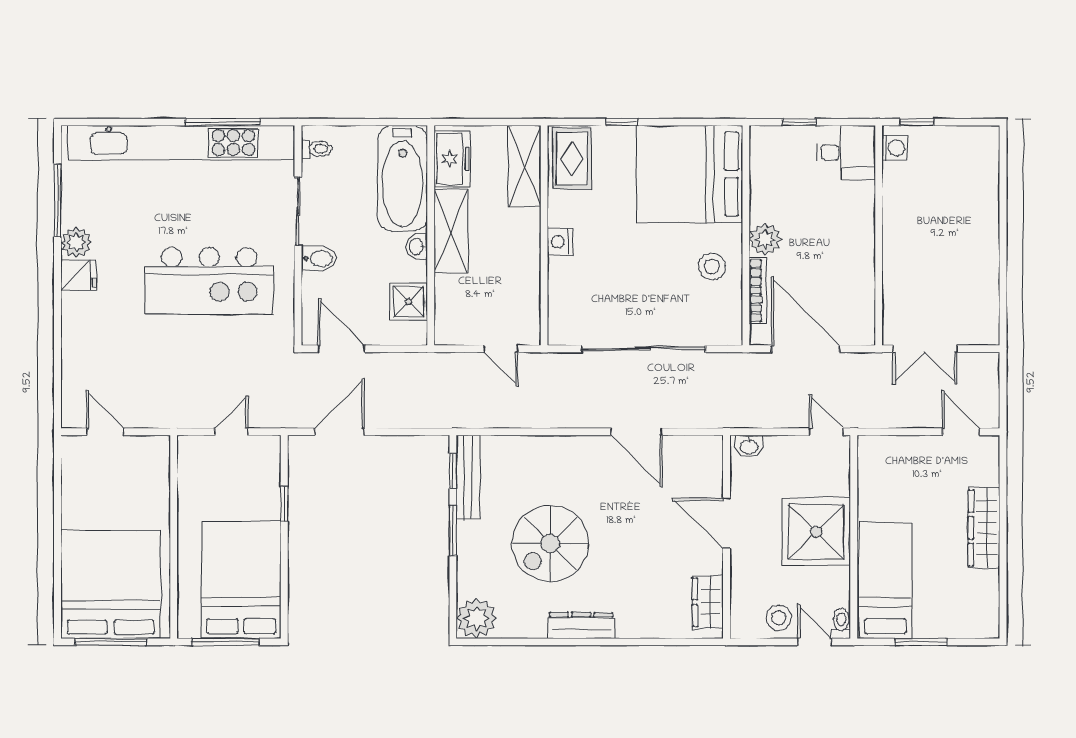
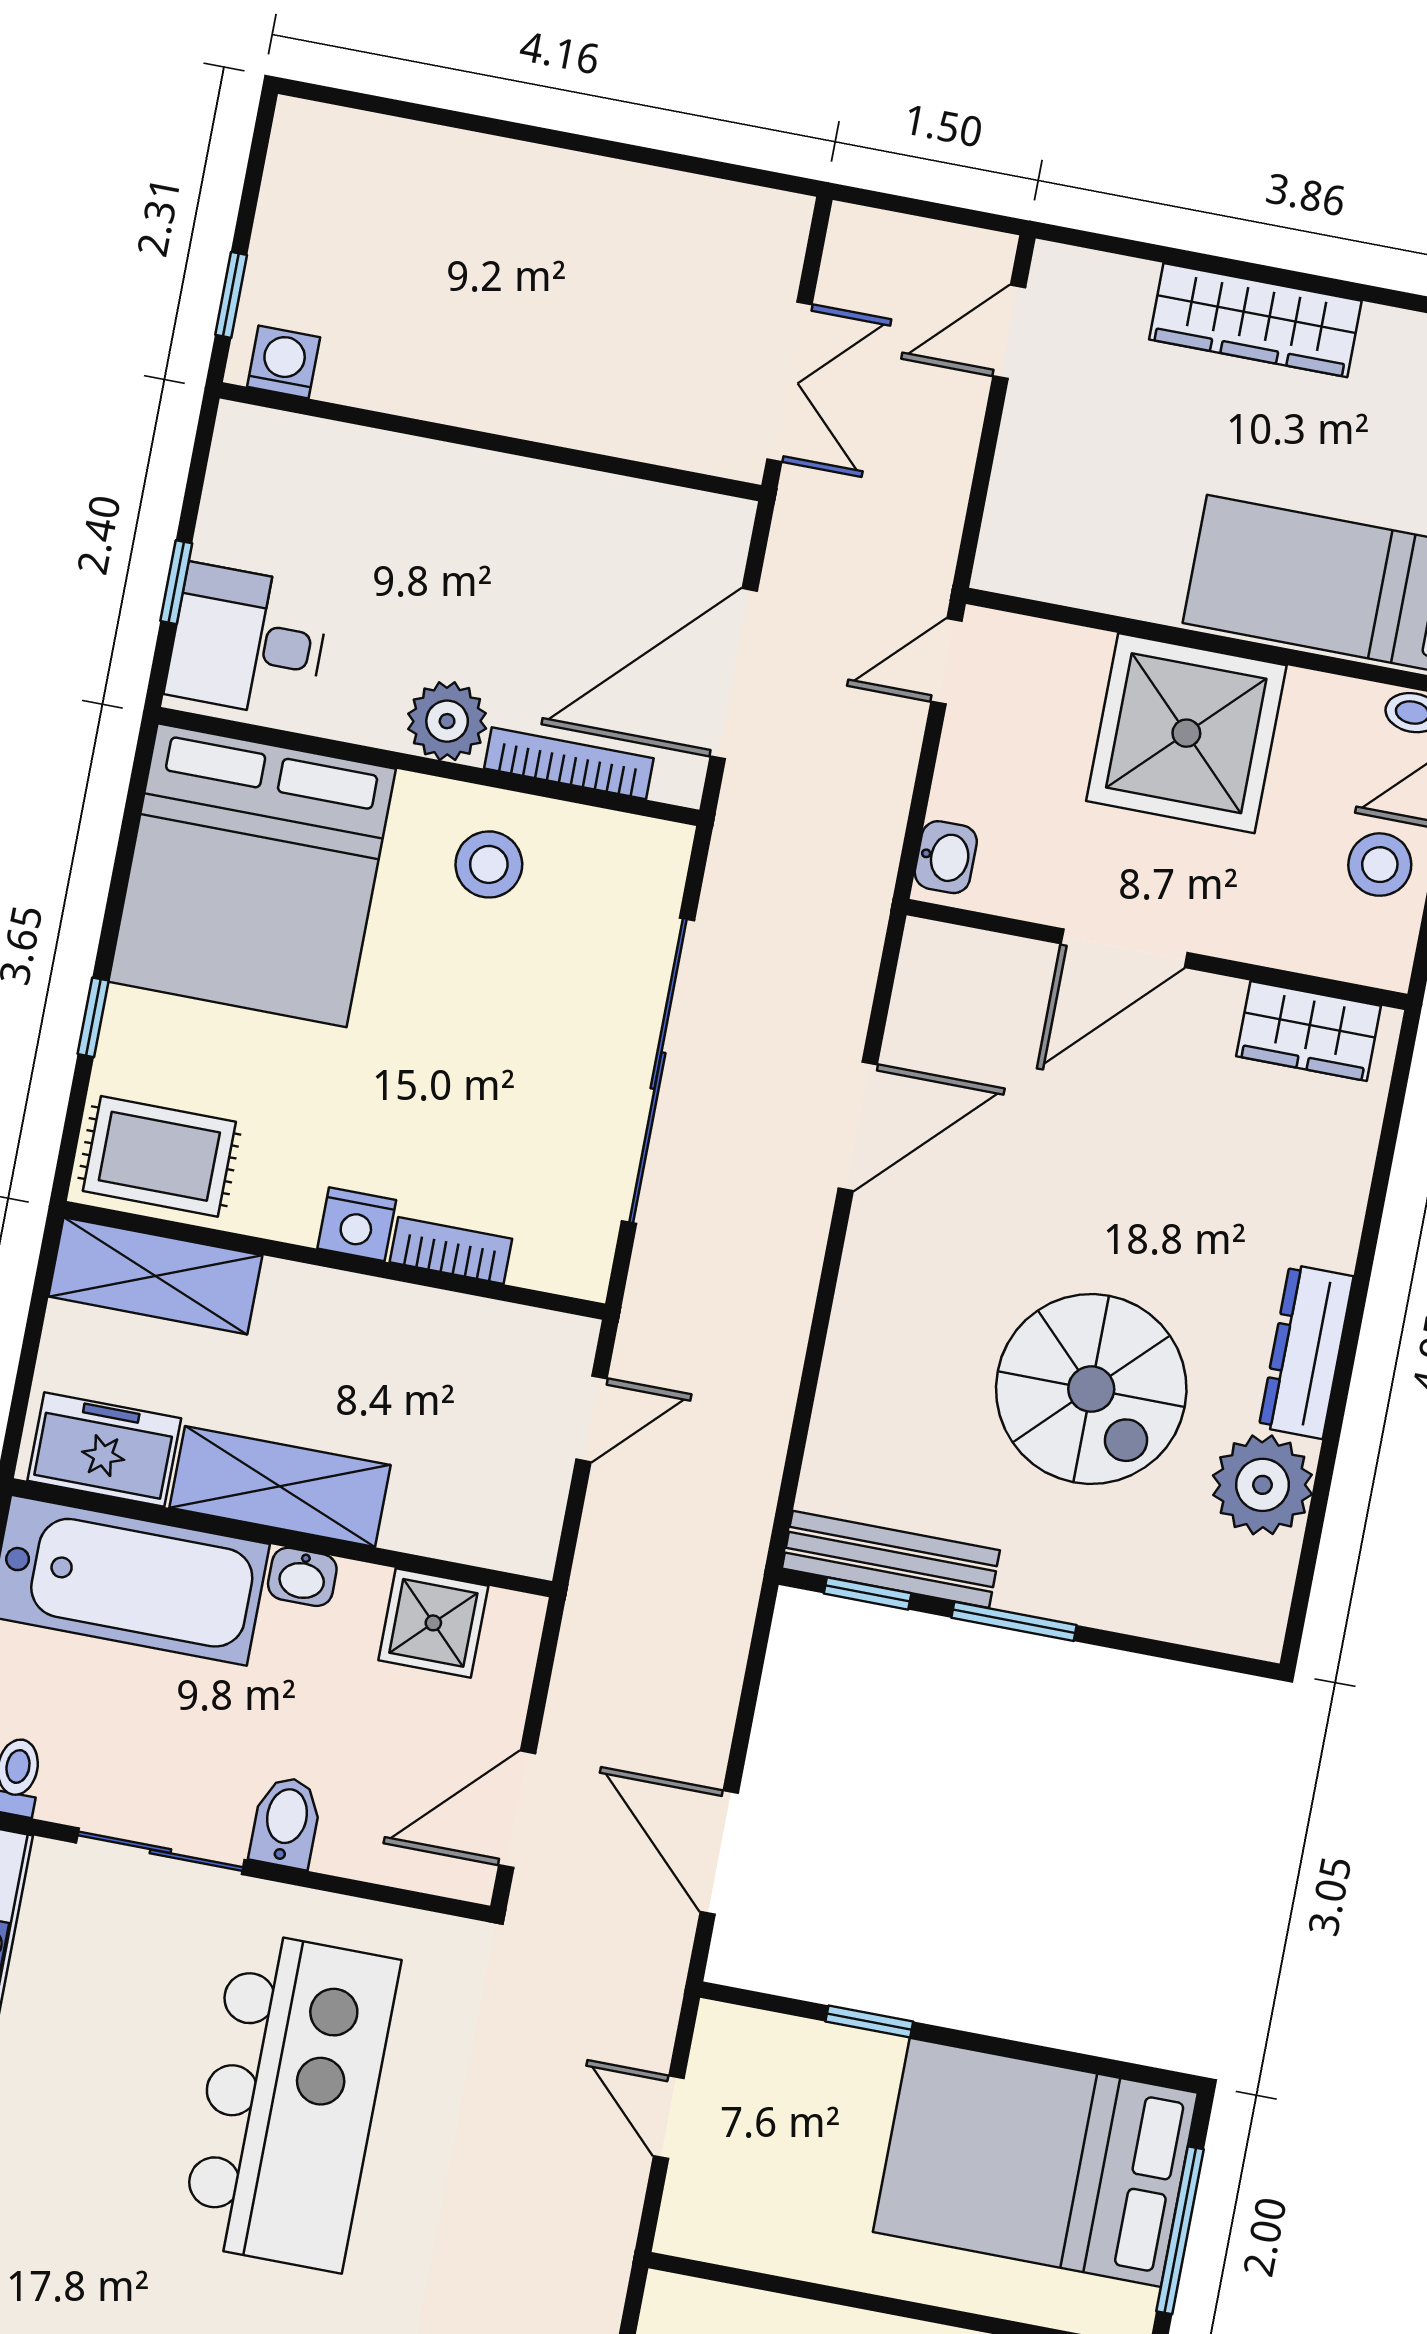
desk: (846, 153) -> (248, 641), moved, turned -90
bookcase: (557, 281) -> (451, 1251), added
plant: (476, 618) -> (1263, 1485), moved

